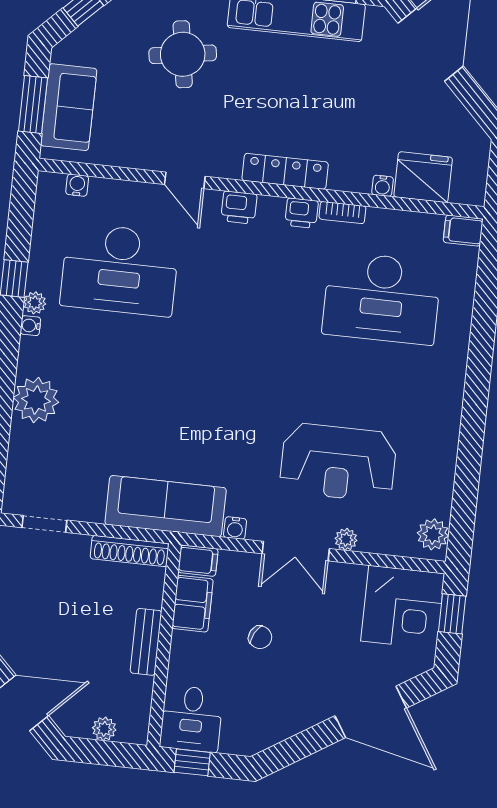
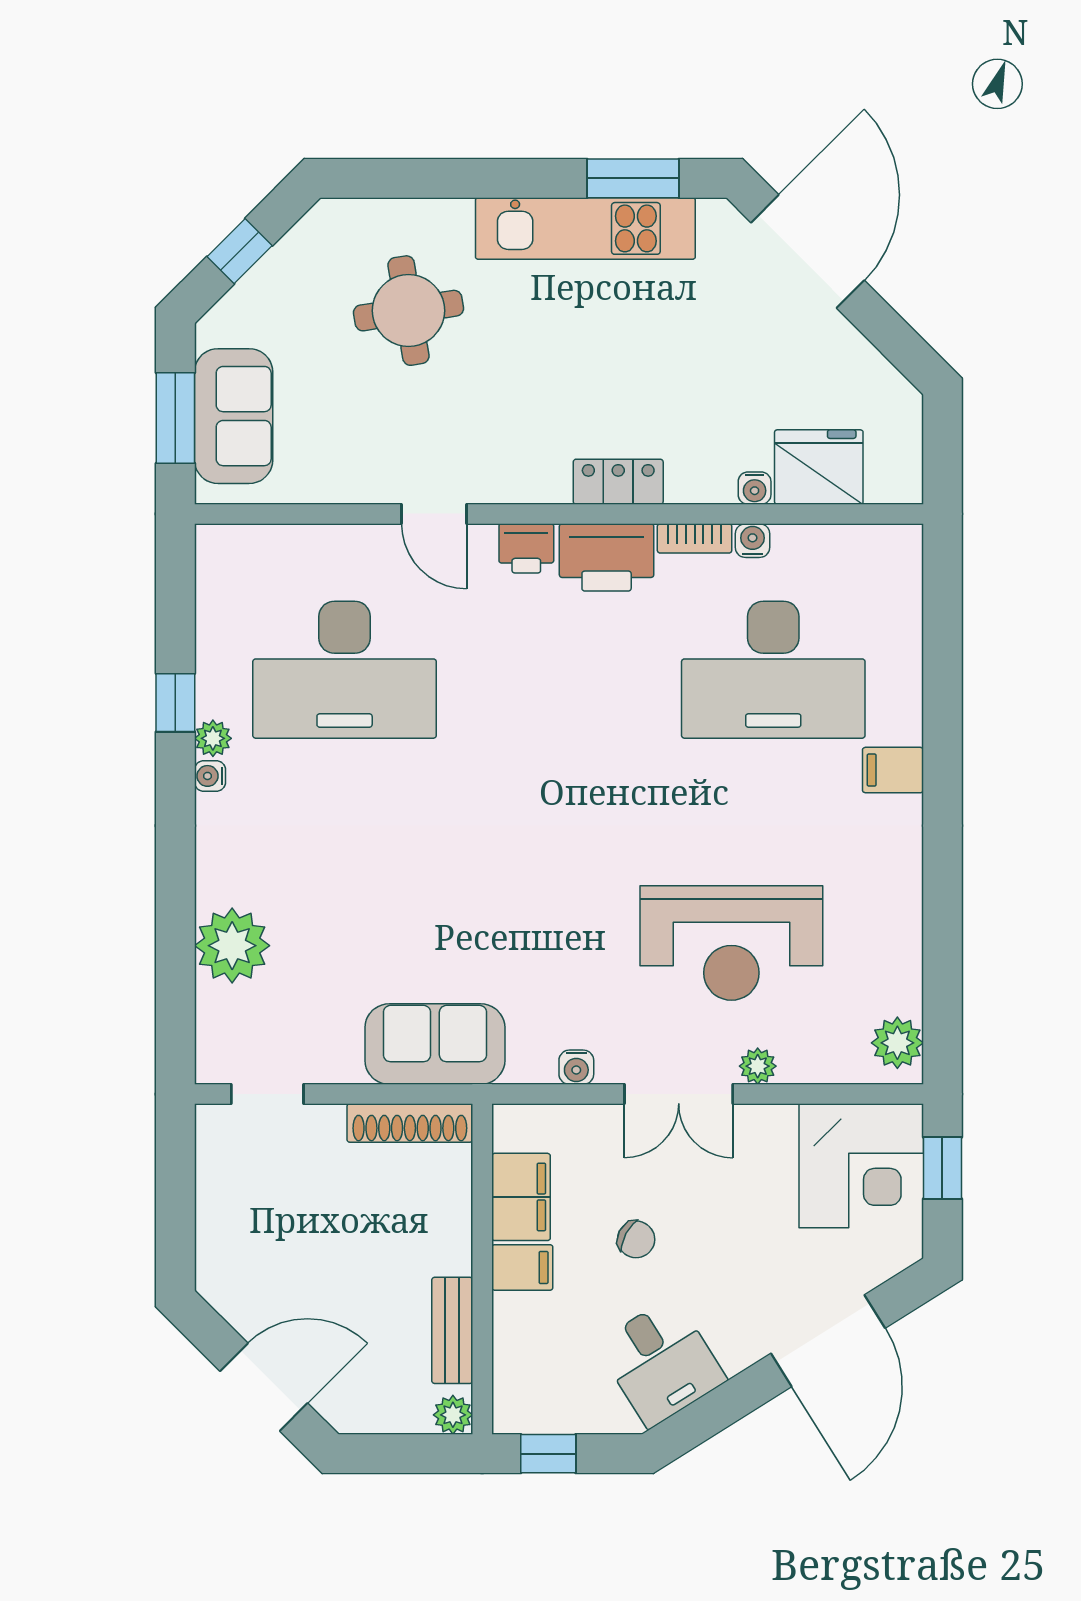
locker: (285, 171) -> (618, 482), width x0.66
water cooler: (77, 185) -> (753, 541), moved
printer: (302, 213) -> (607, 557), width x1.87, depth x1.48
filing cabinet: (463, 231) -> (893, 770), moved
plant: (36, 400) -> (232, 946), moved
sofa: (166, 506) -> (435, 1044), width x0.73
filing cabinet: (198, 561) -> (522, 1267), moved
bench: (146, 642) -> (452, 1330), moved
door: (371, 712) -> (828, 1341), hinge flipped
desk: (191, 719) -> (661, 1362), moved, turned -32
plant: (104, 729) -> (453, 1415), moved

